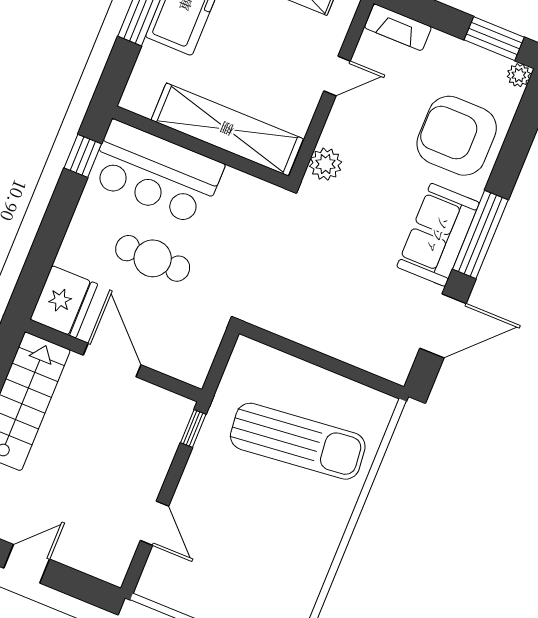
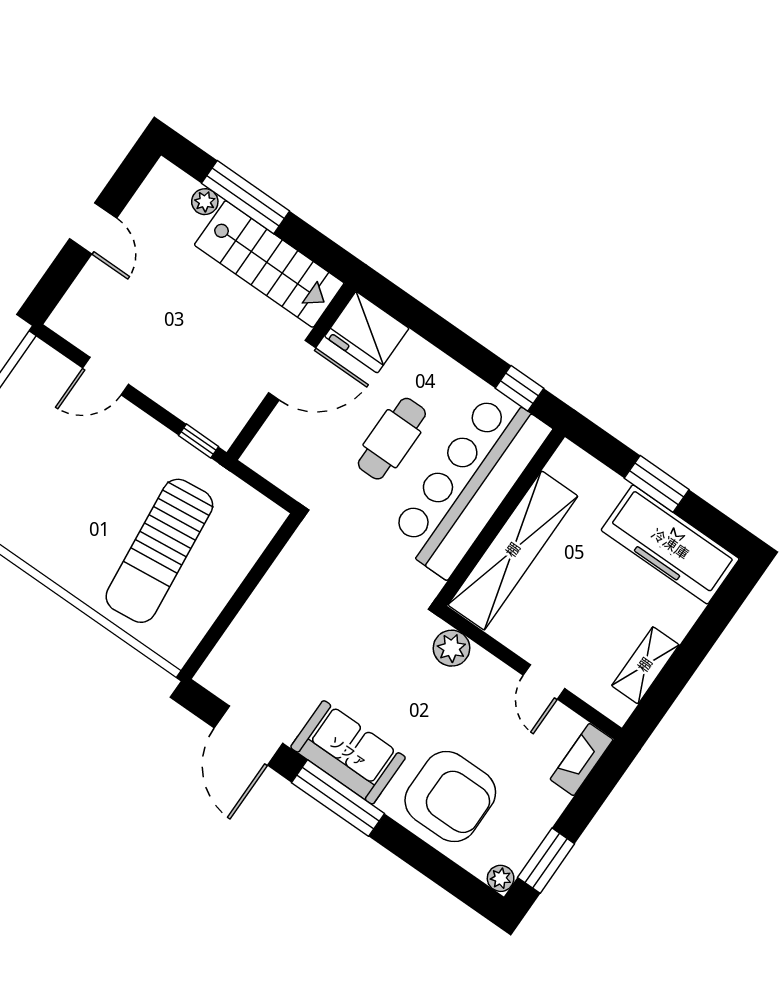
armchair: (457, 136) -> (450, 796), turned 90
bar counter: (156, 173) -> (469, 483), width x1.36

